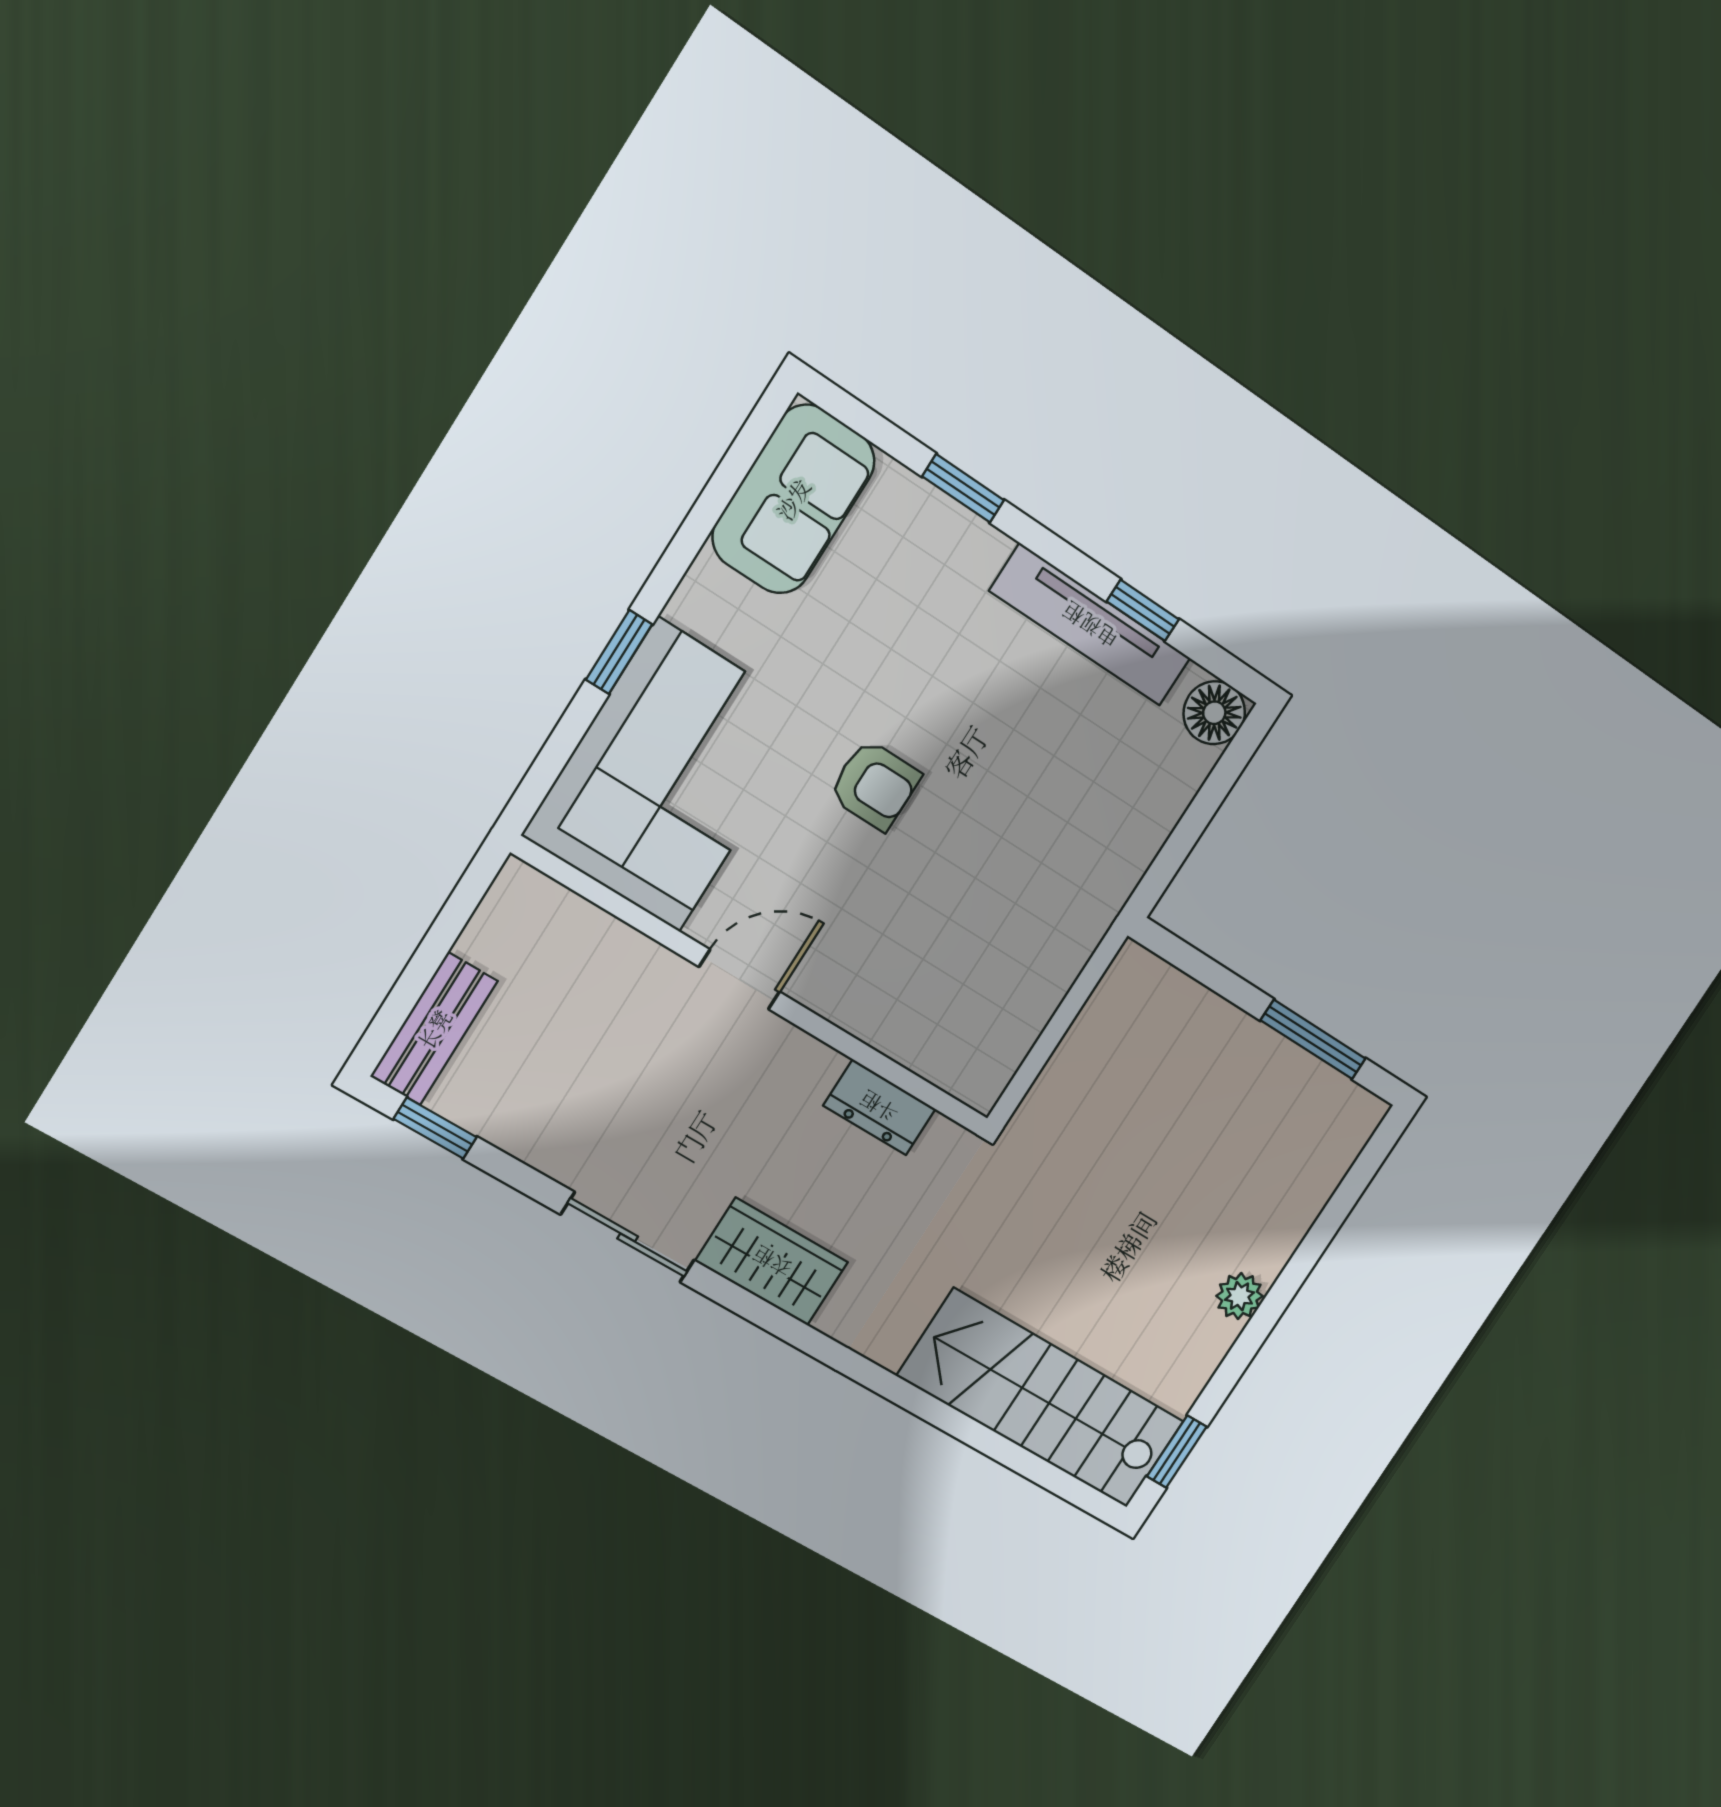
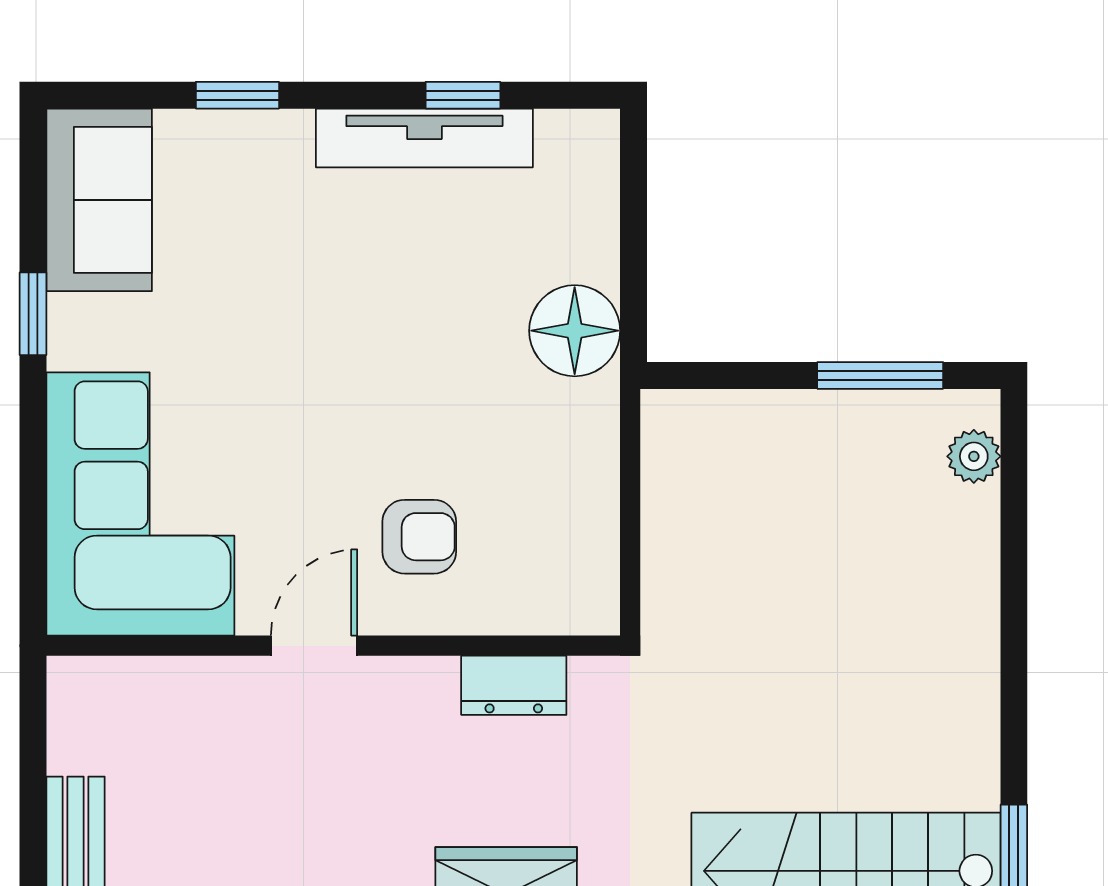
window: (619, 652) -> (33, 314), moved
floor lamp: (1214, 713) -> (575, 331), moved, width x1.38, depth x1.38
armchair: (875, 785) -> (419, 537), moved
plant: (1240, 1296) -> (974, 456), moved

